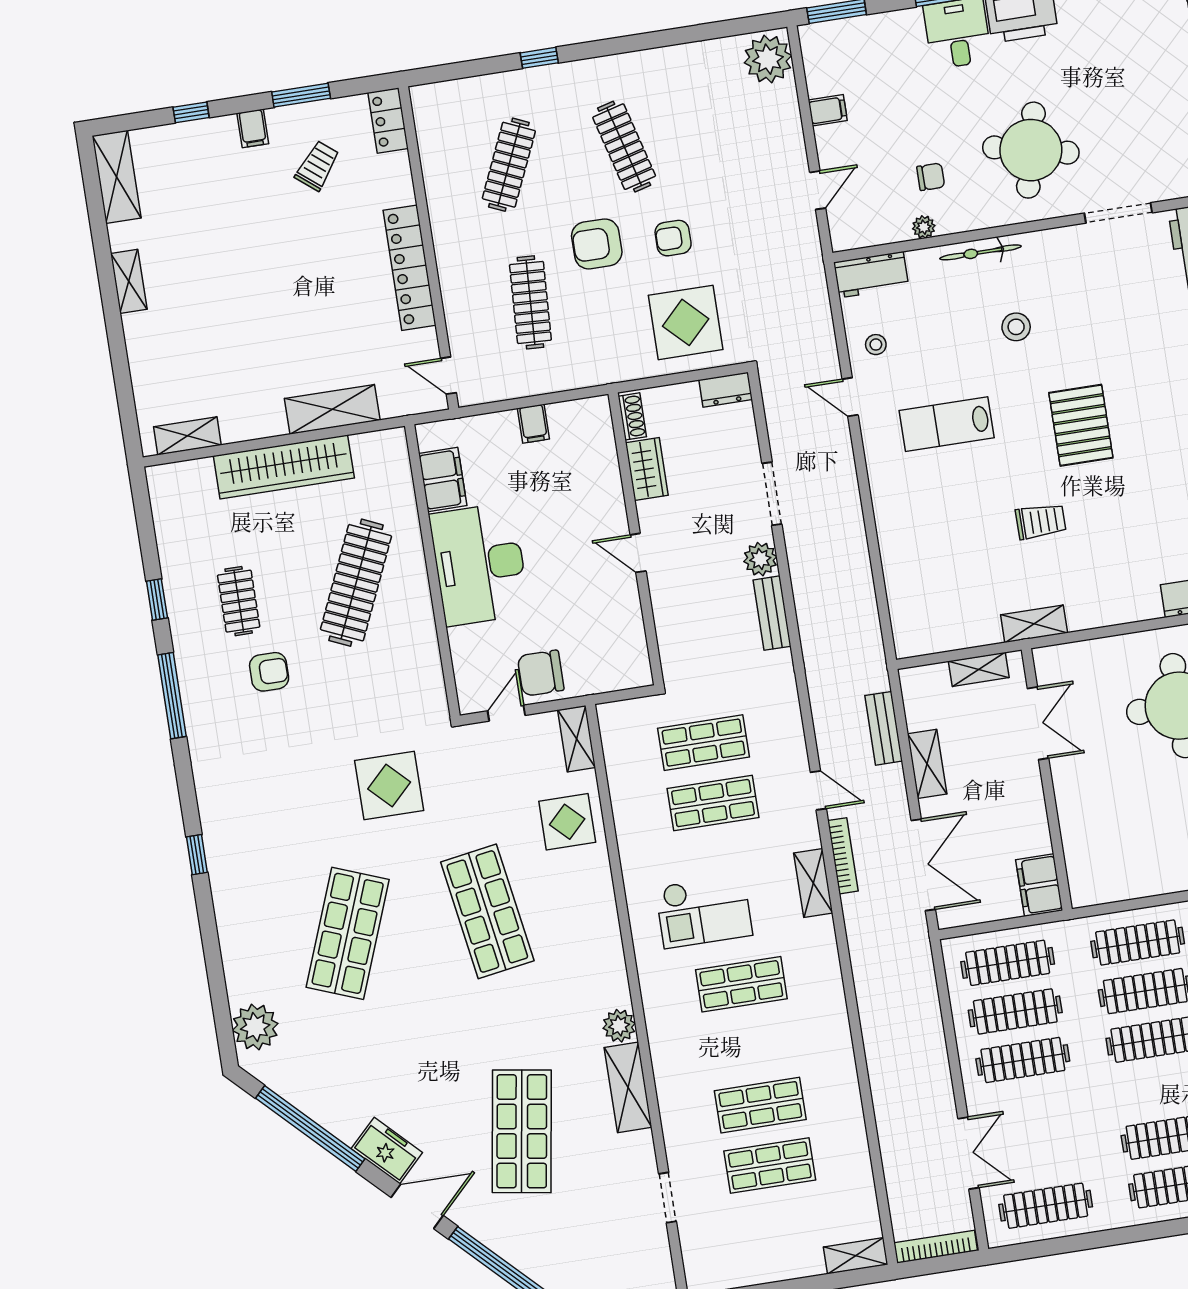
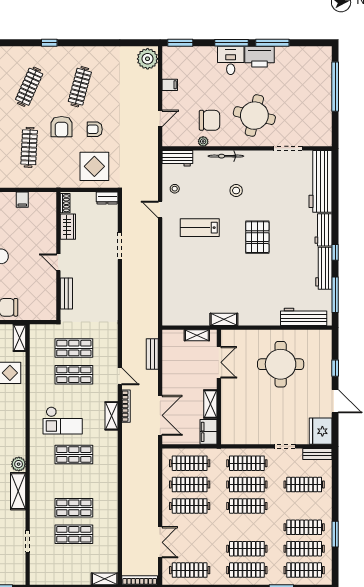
clothes rail: (624, 147) -> (80, 87), turned 30
chair: (931, 177) -> (210, 120), width x1.87, depth x1.87
armchair: (597, 244) -> (62, 127), turned -90
trolley: (1041, 521) -> (234, 276), removed
plant: (760, 559) -> (111, 273), removed
bench: (772, 613) -> (66, 293), moved
shelving: (927, 764) -> (210, 404), moved

